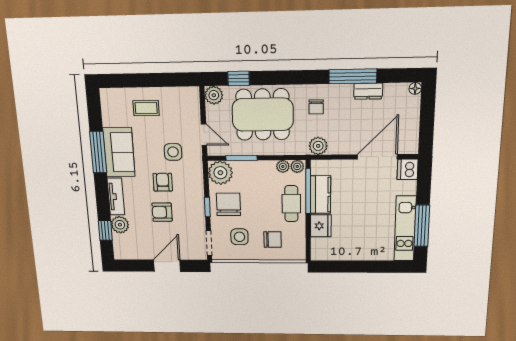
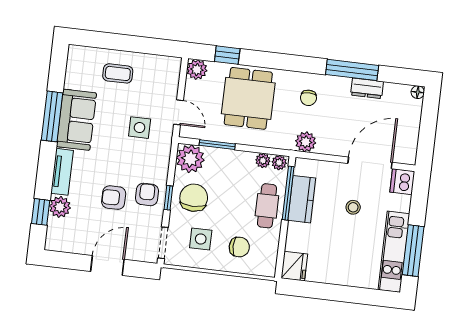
dining table: (263, 115) -> (248, 98), width x0.73
armchair: (163, 182) -> (147, 194), moved
stool: (366, 196) -> (353, 207), added
fridge: (321, 226) -> (294, 266), moved

